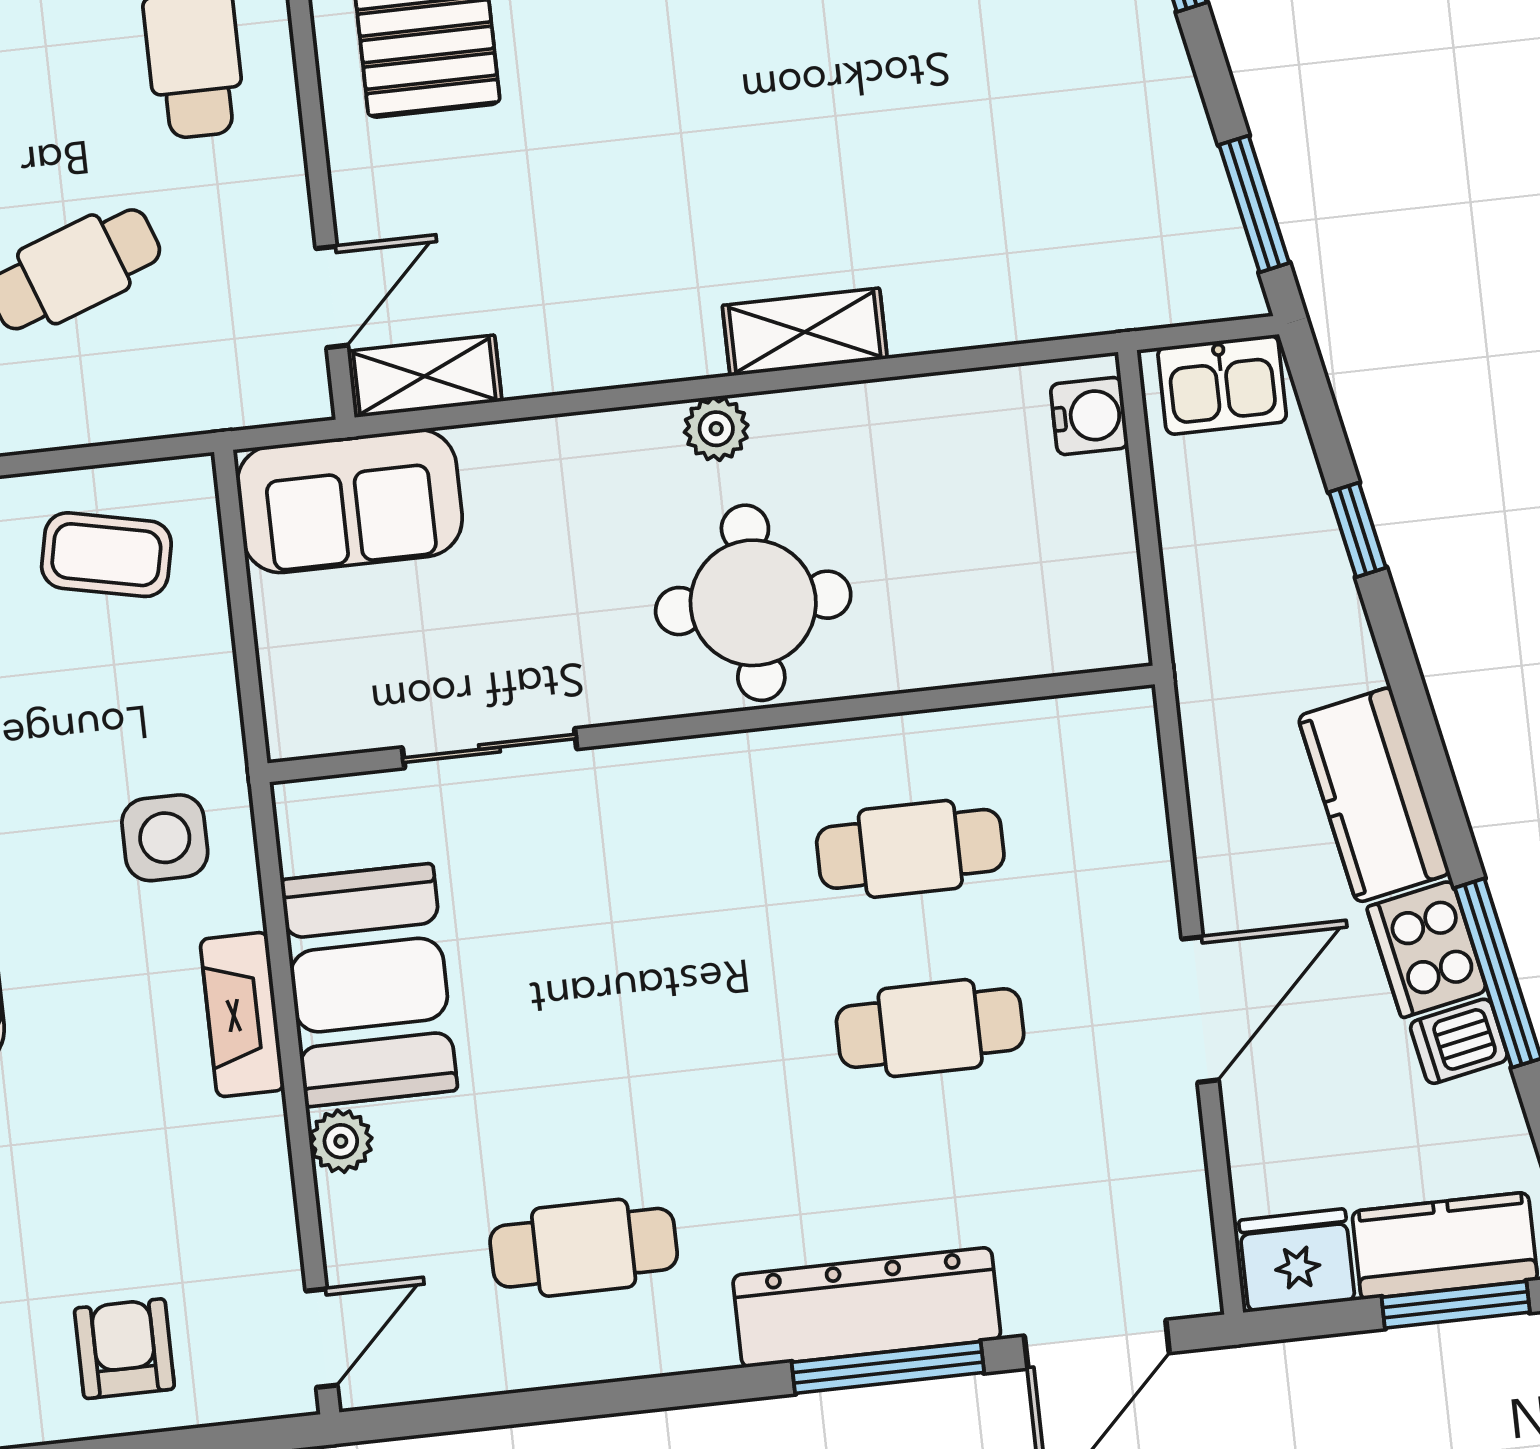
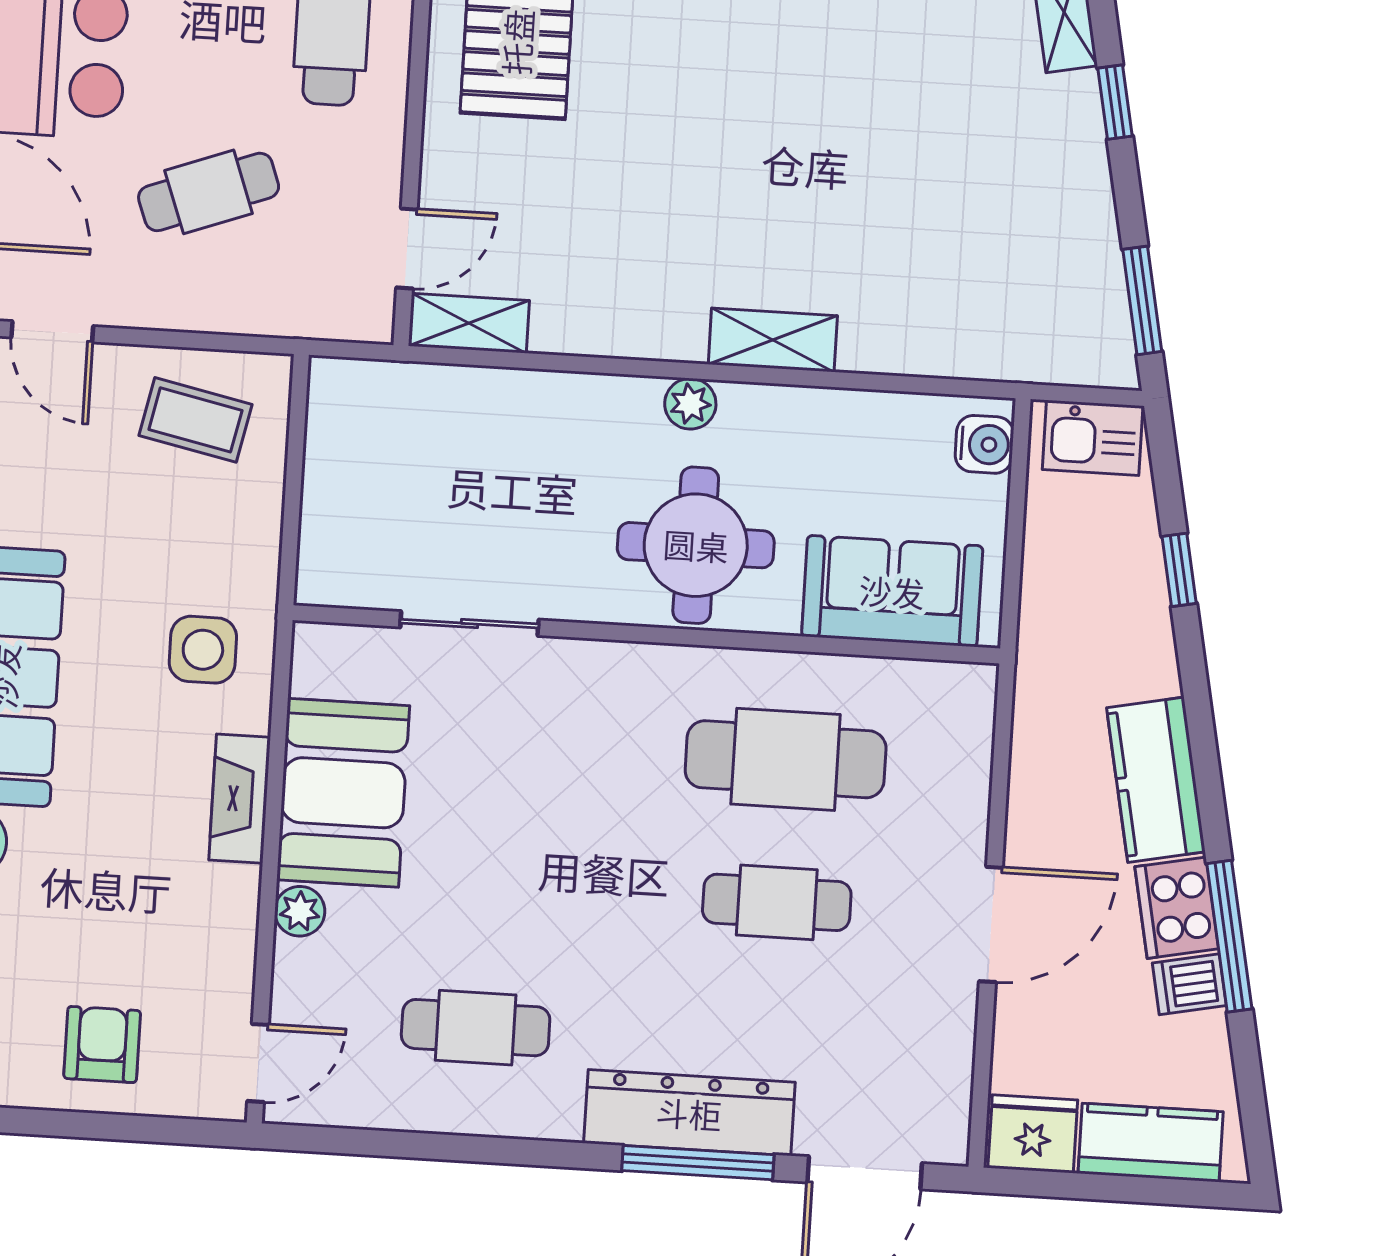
sofa: (350, 501) -> (892, 591), moved, turned 180
cafe table: (910, 849) -> (786, 759), width x1.37, depth x1.35
window: (1456, 1305) -> (1151, 1190), removed

